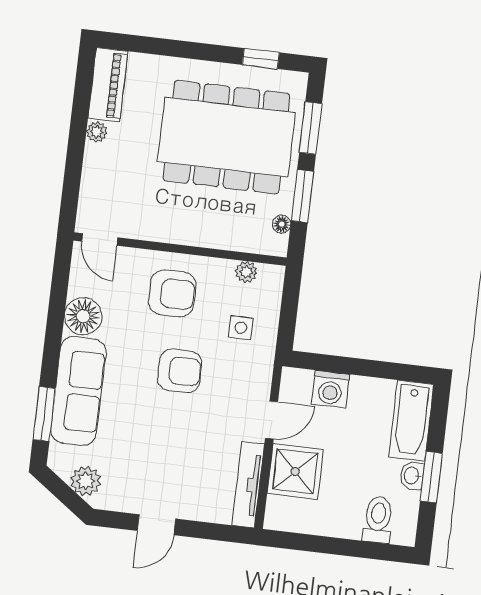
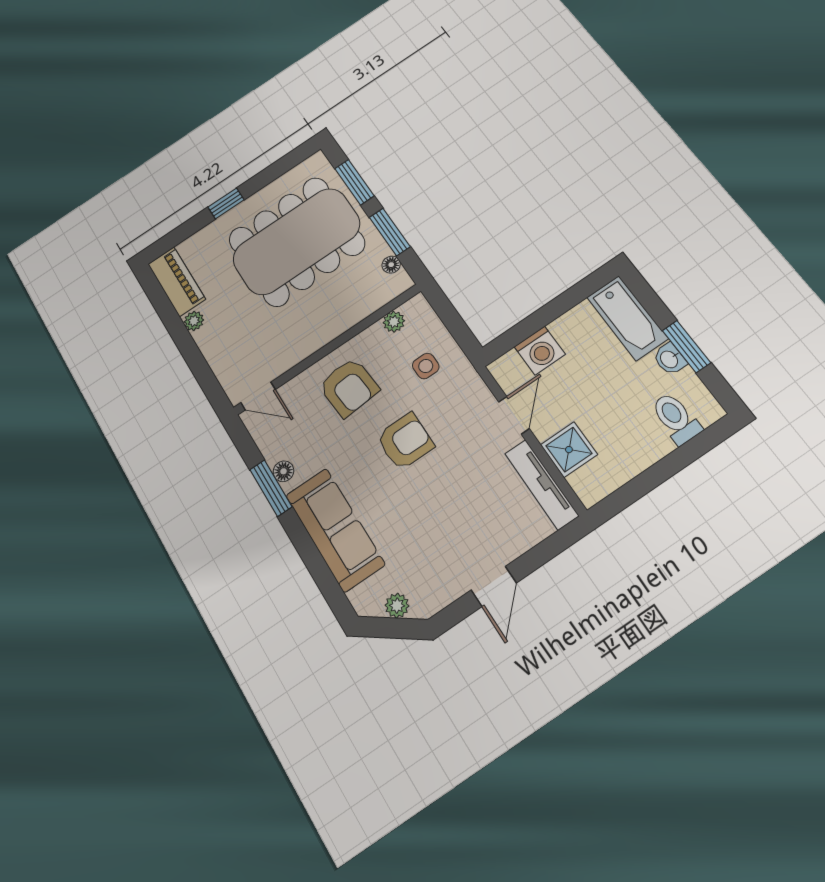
window: (261, 59) -> (226, 203), moved
armchair: (172, 293) -> (349, 387), turned 85
floor lamp: (83, 316) -> (283, 471), width x0.53, depth x0.53
window: (44, 414) -> (271, 488), moved
shower: (295, 471) -> (569, 450), width x0.73, depth x0.73
plant: (86, 481) -> (397, 606), width x0.73, depth x0.73

